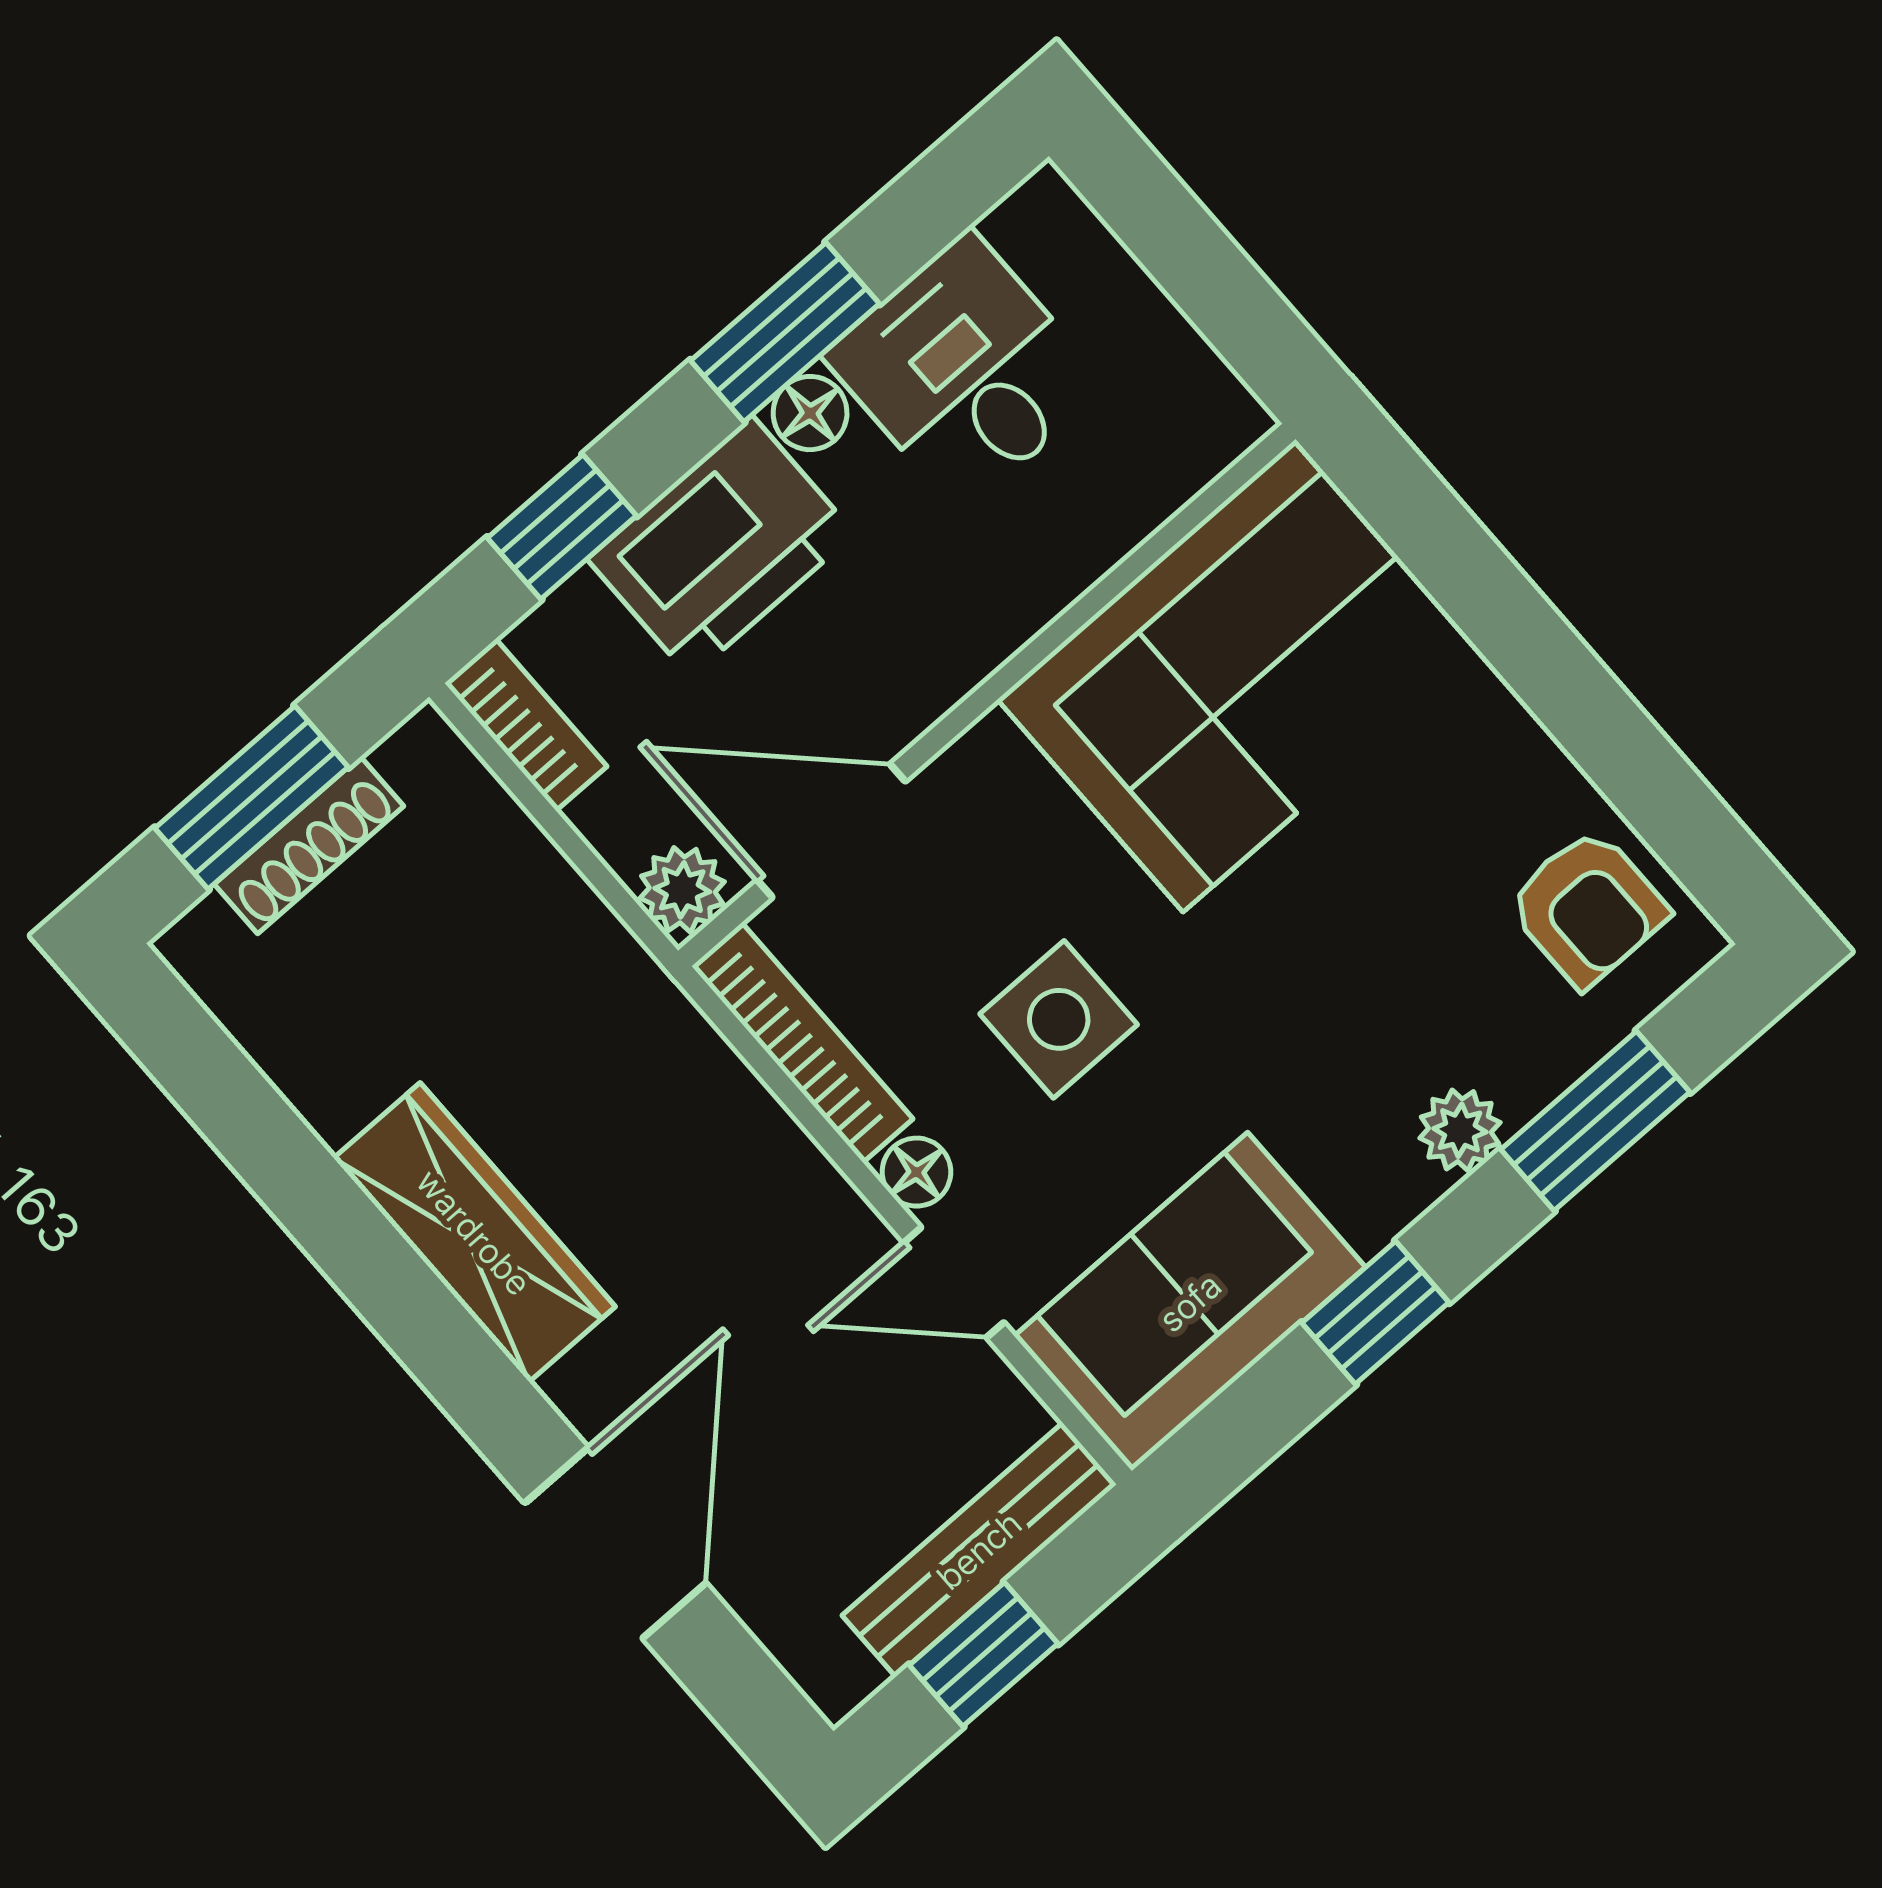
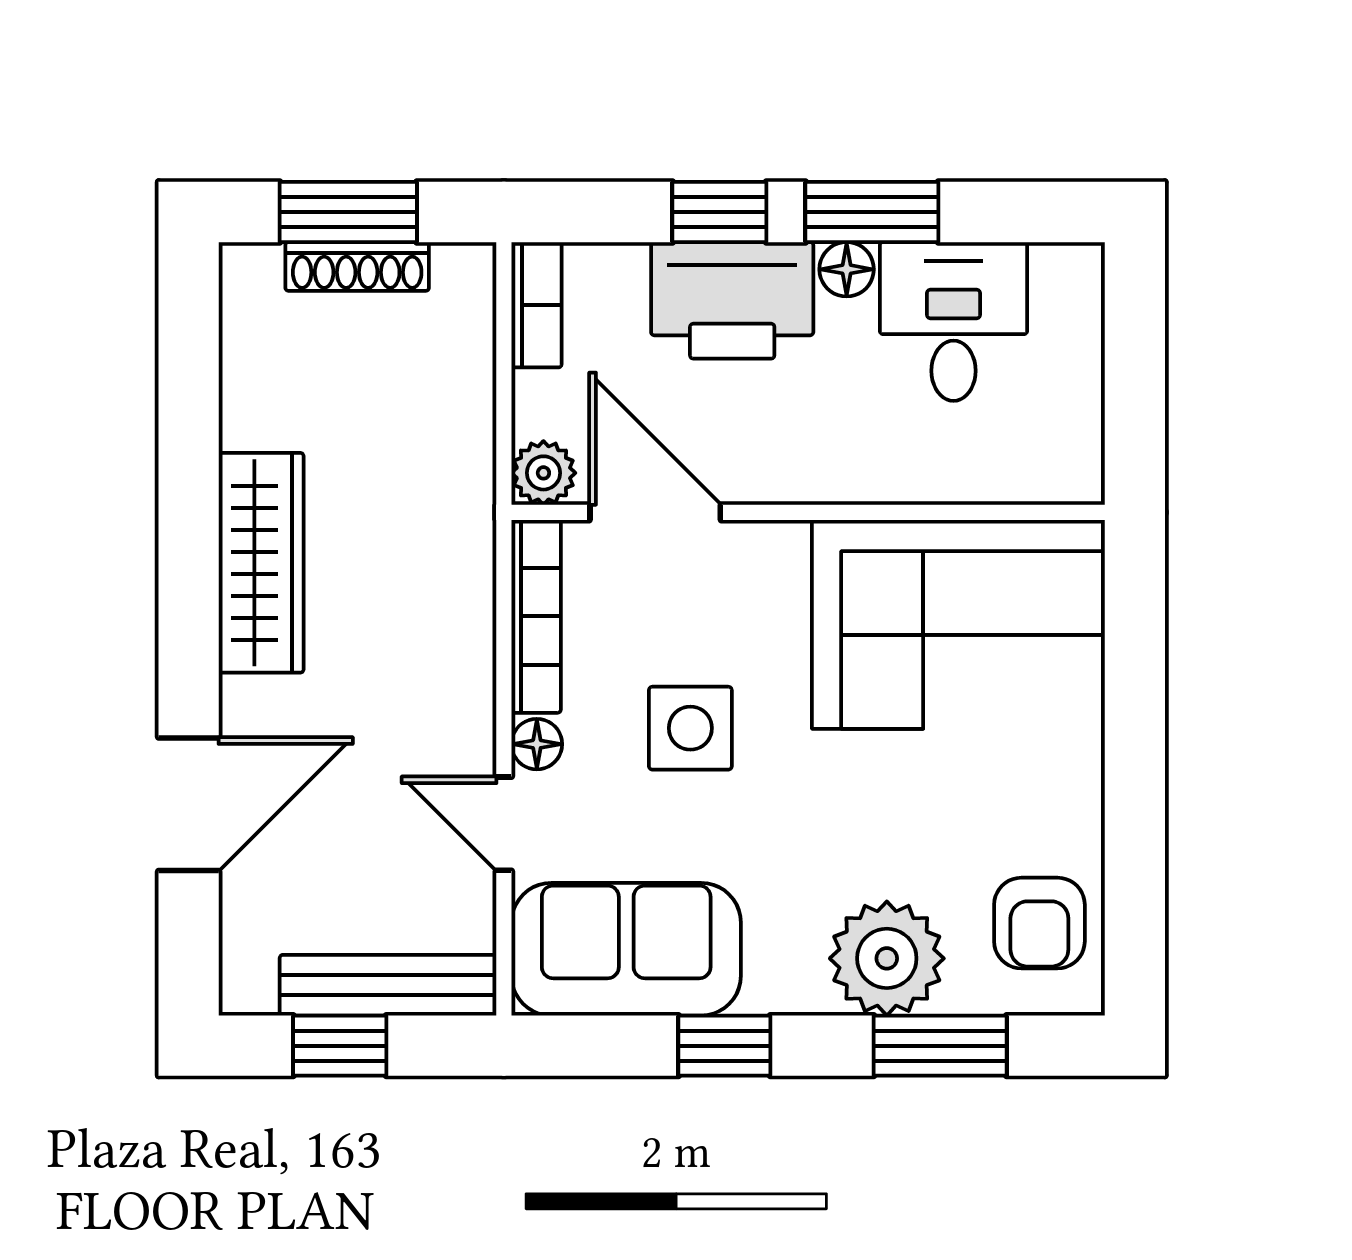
window: (562, 527) -> (719, 212), moved
plant: (1460, 1130) -> (887, 958), width x1.87, depth x1.87

